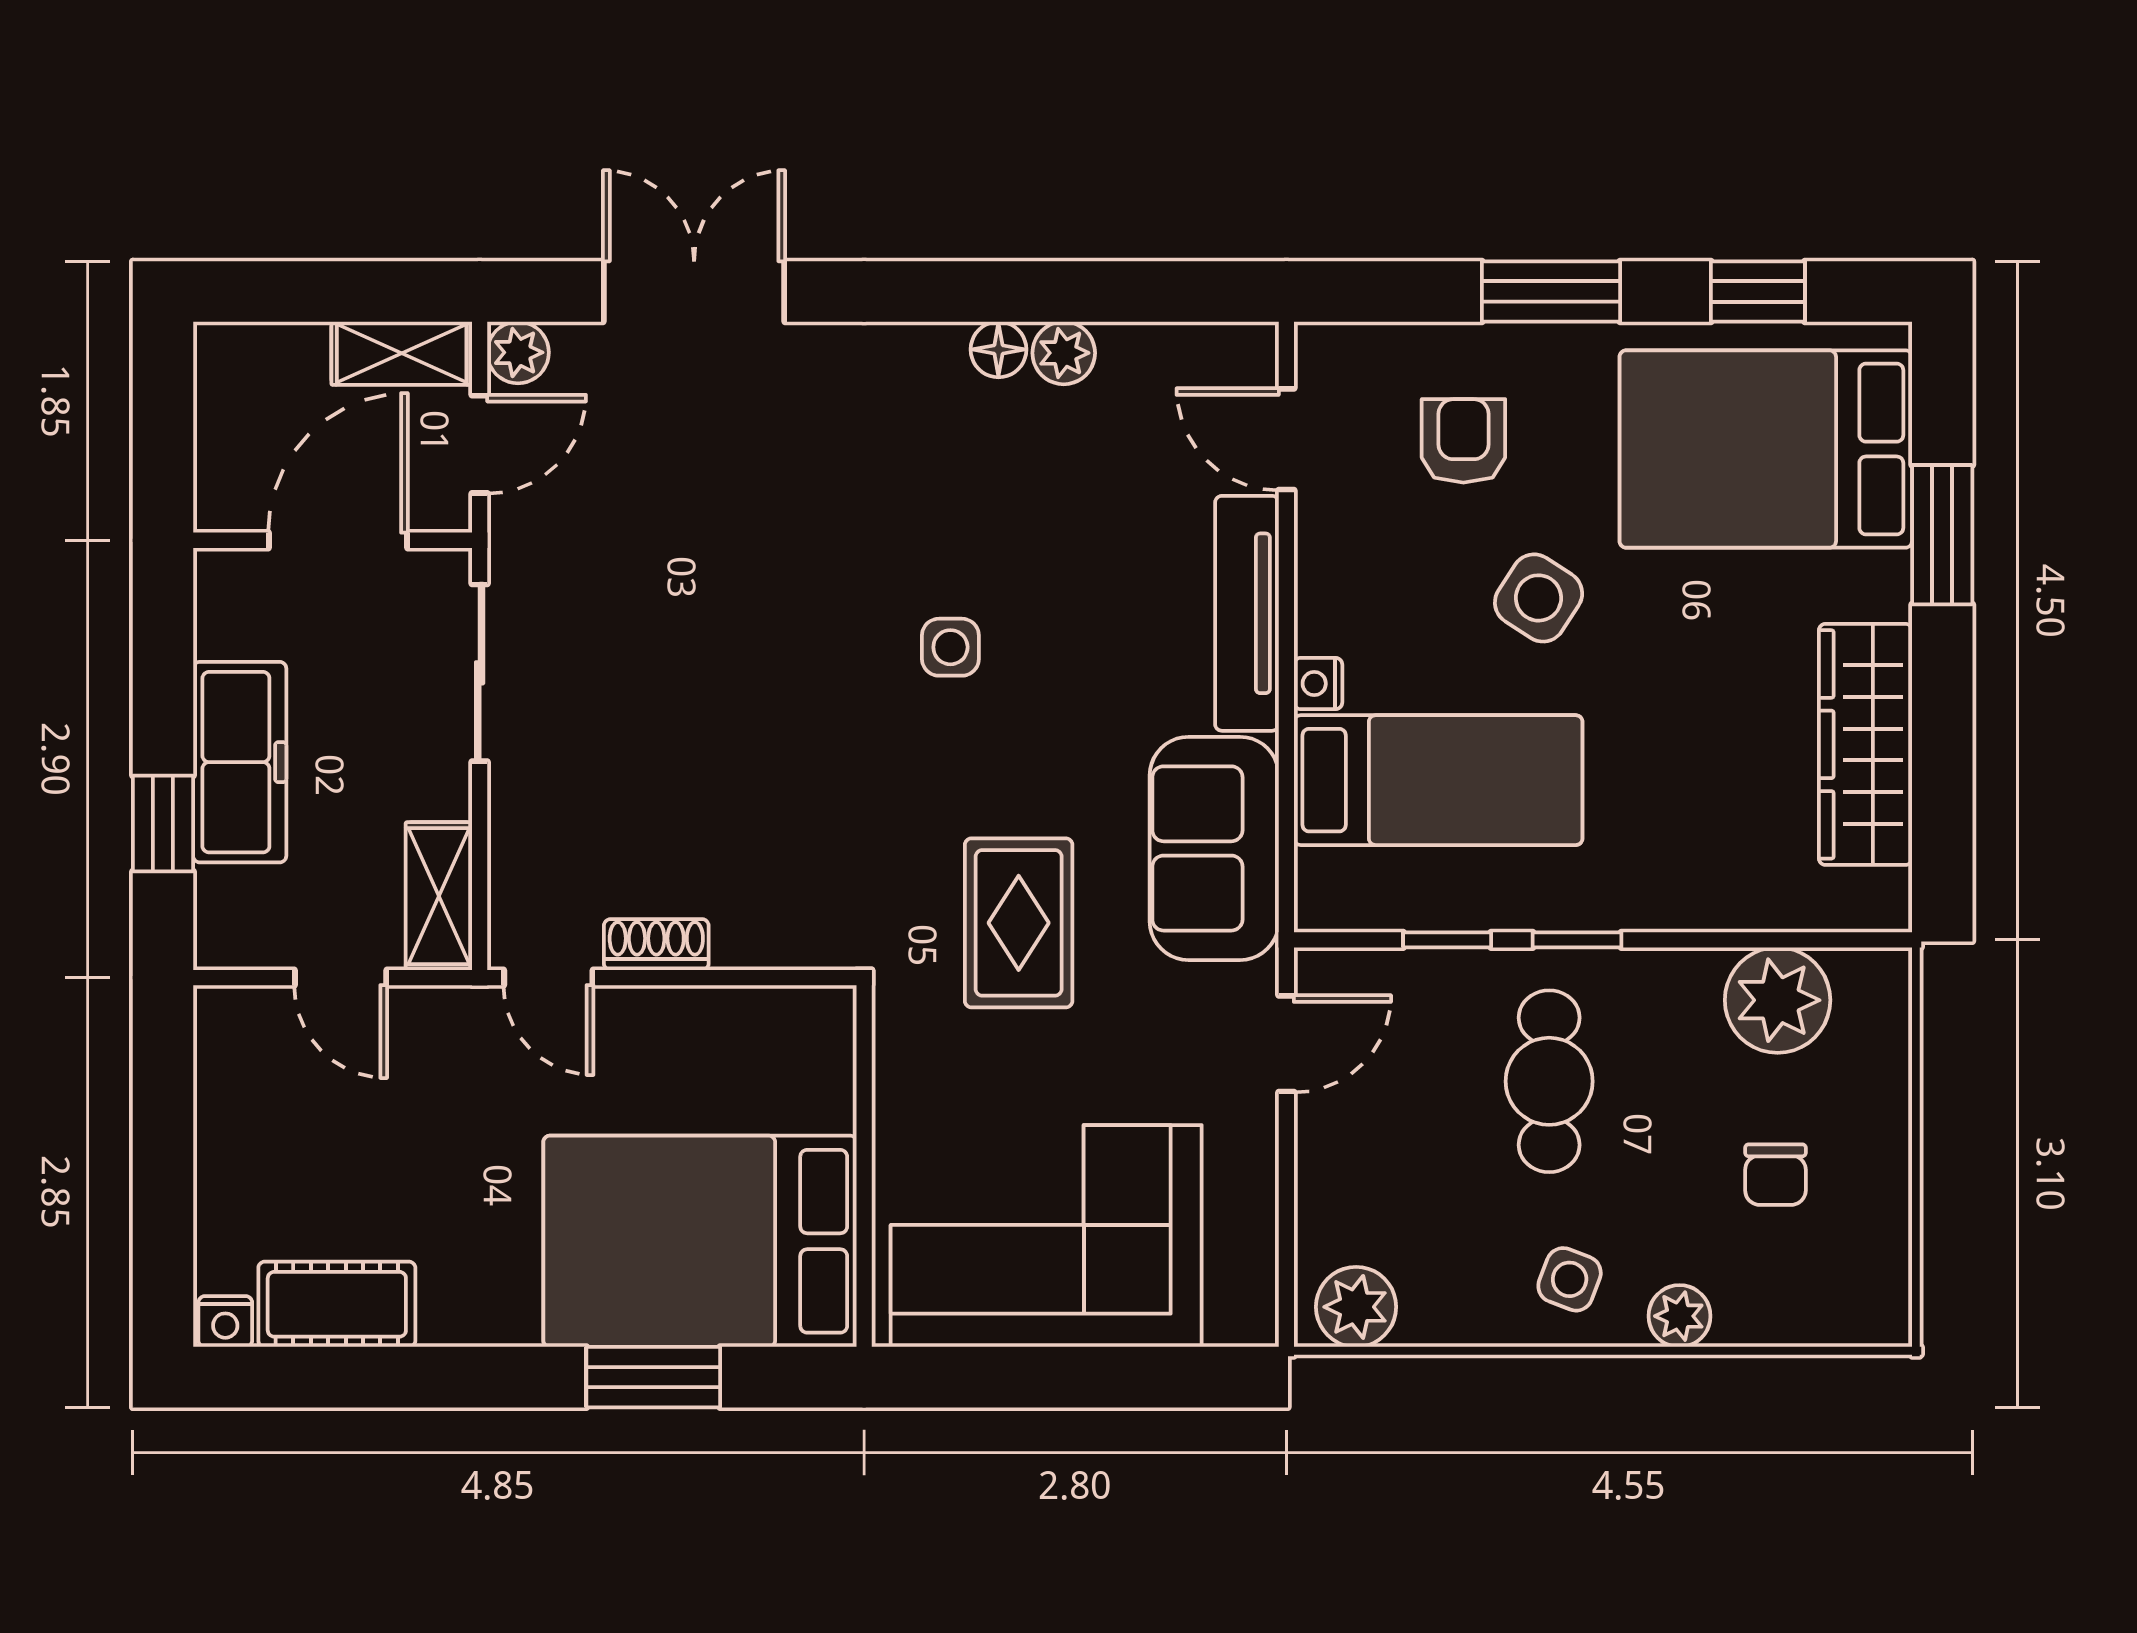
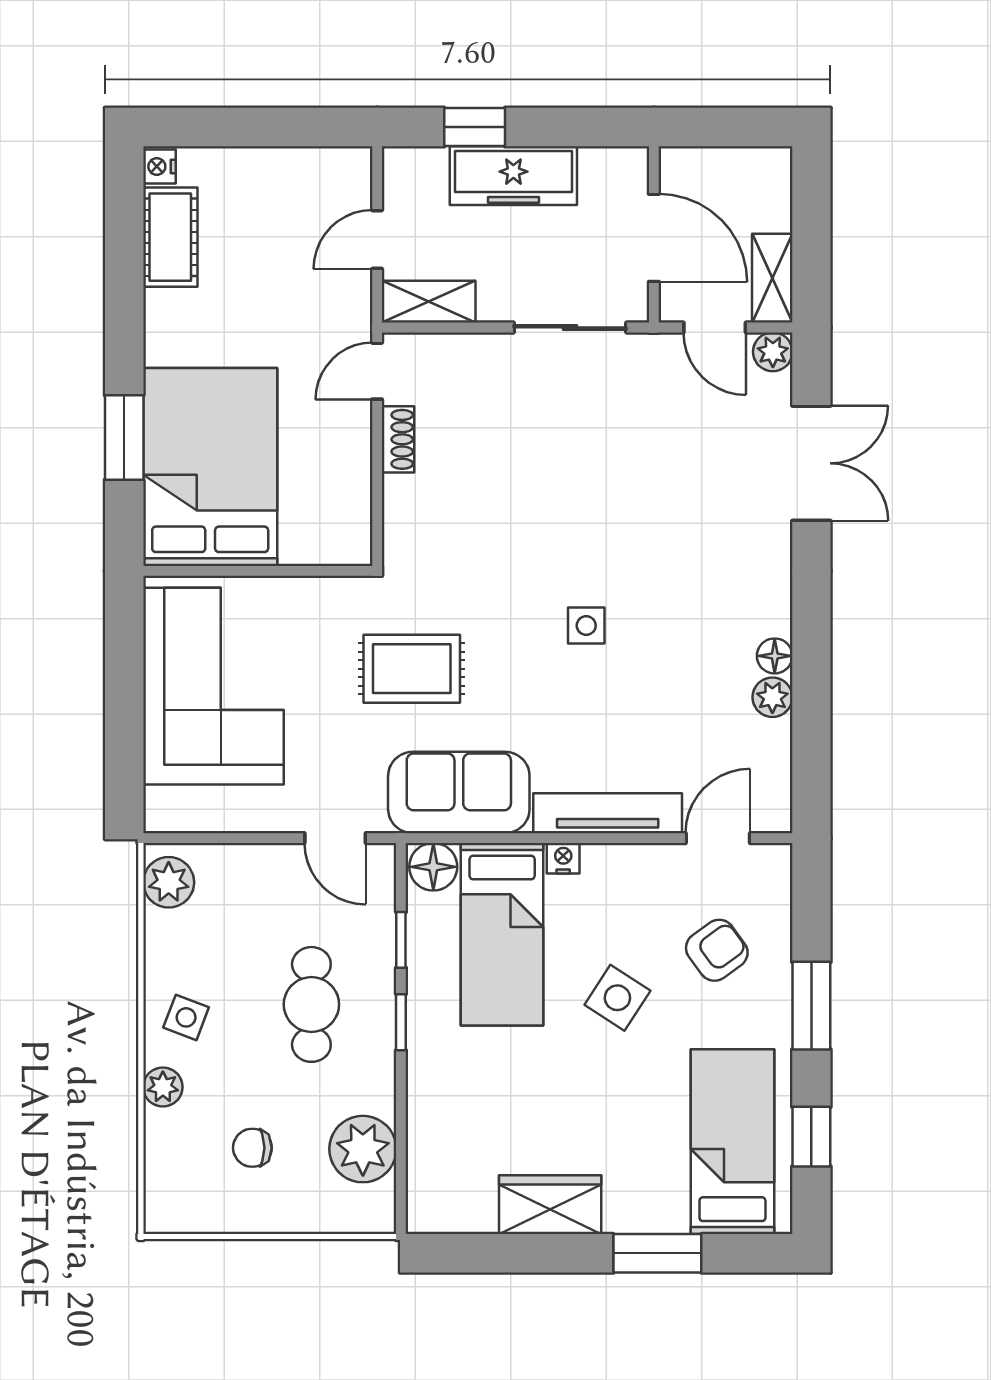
armchair: (1463, 441) -> (717, 950), turned -36
bed: (1766, 449) -> (732, 1142), width x0.67
wardrobe: (1865, 744) -> (550, 1205), width x0.67
floor lamp: (1332, 889) -> (433, 867), added
cafe table: (1549, 1081) -> (311, 1004), turned 90

